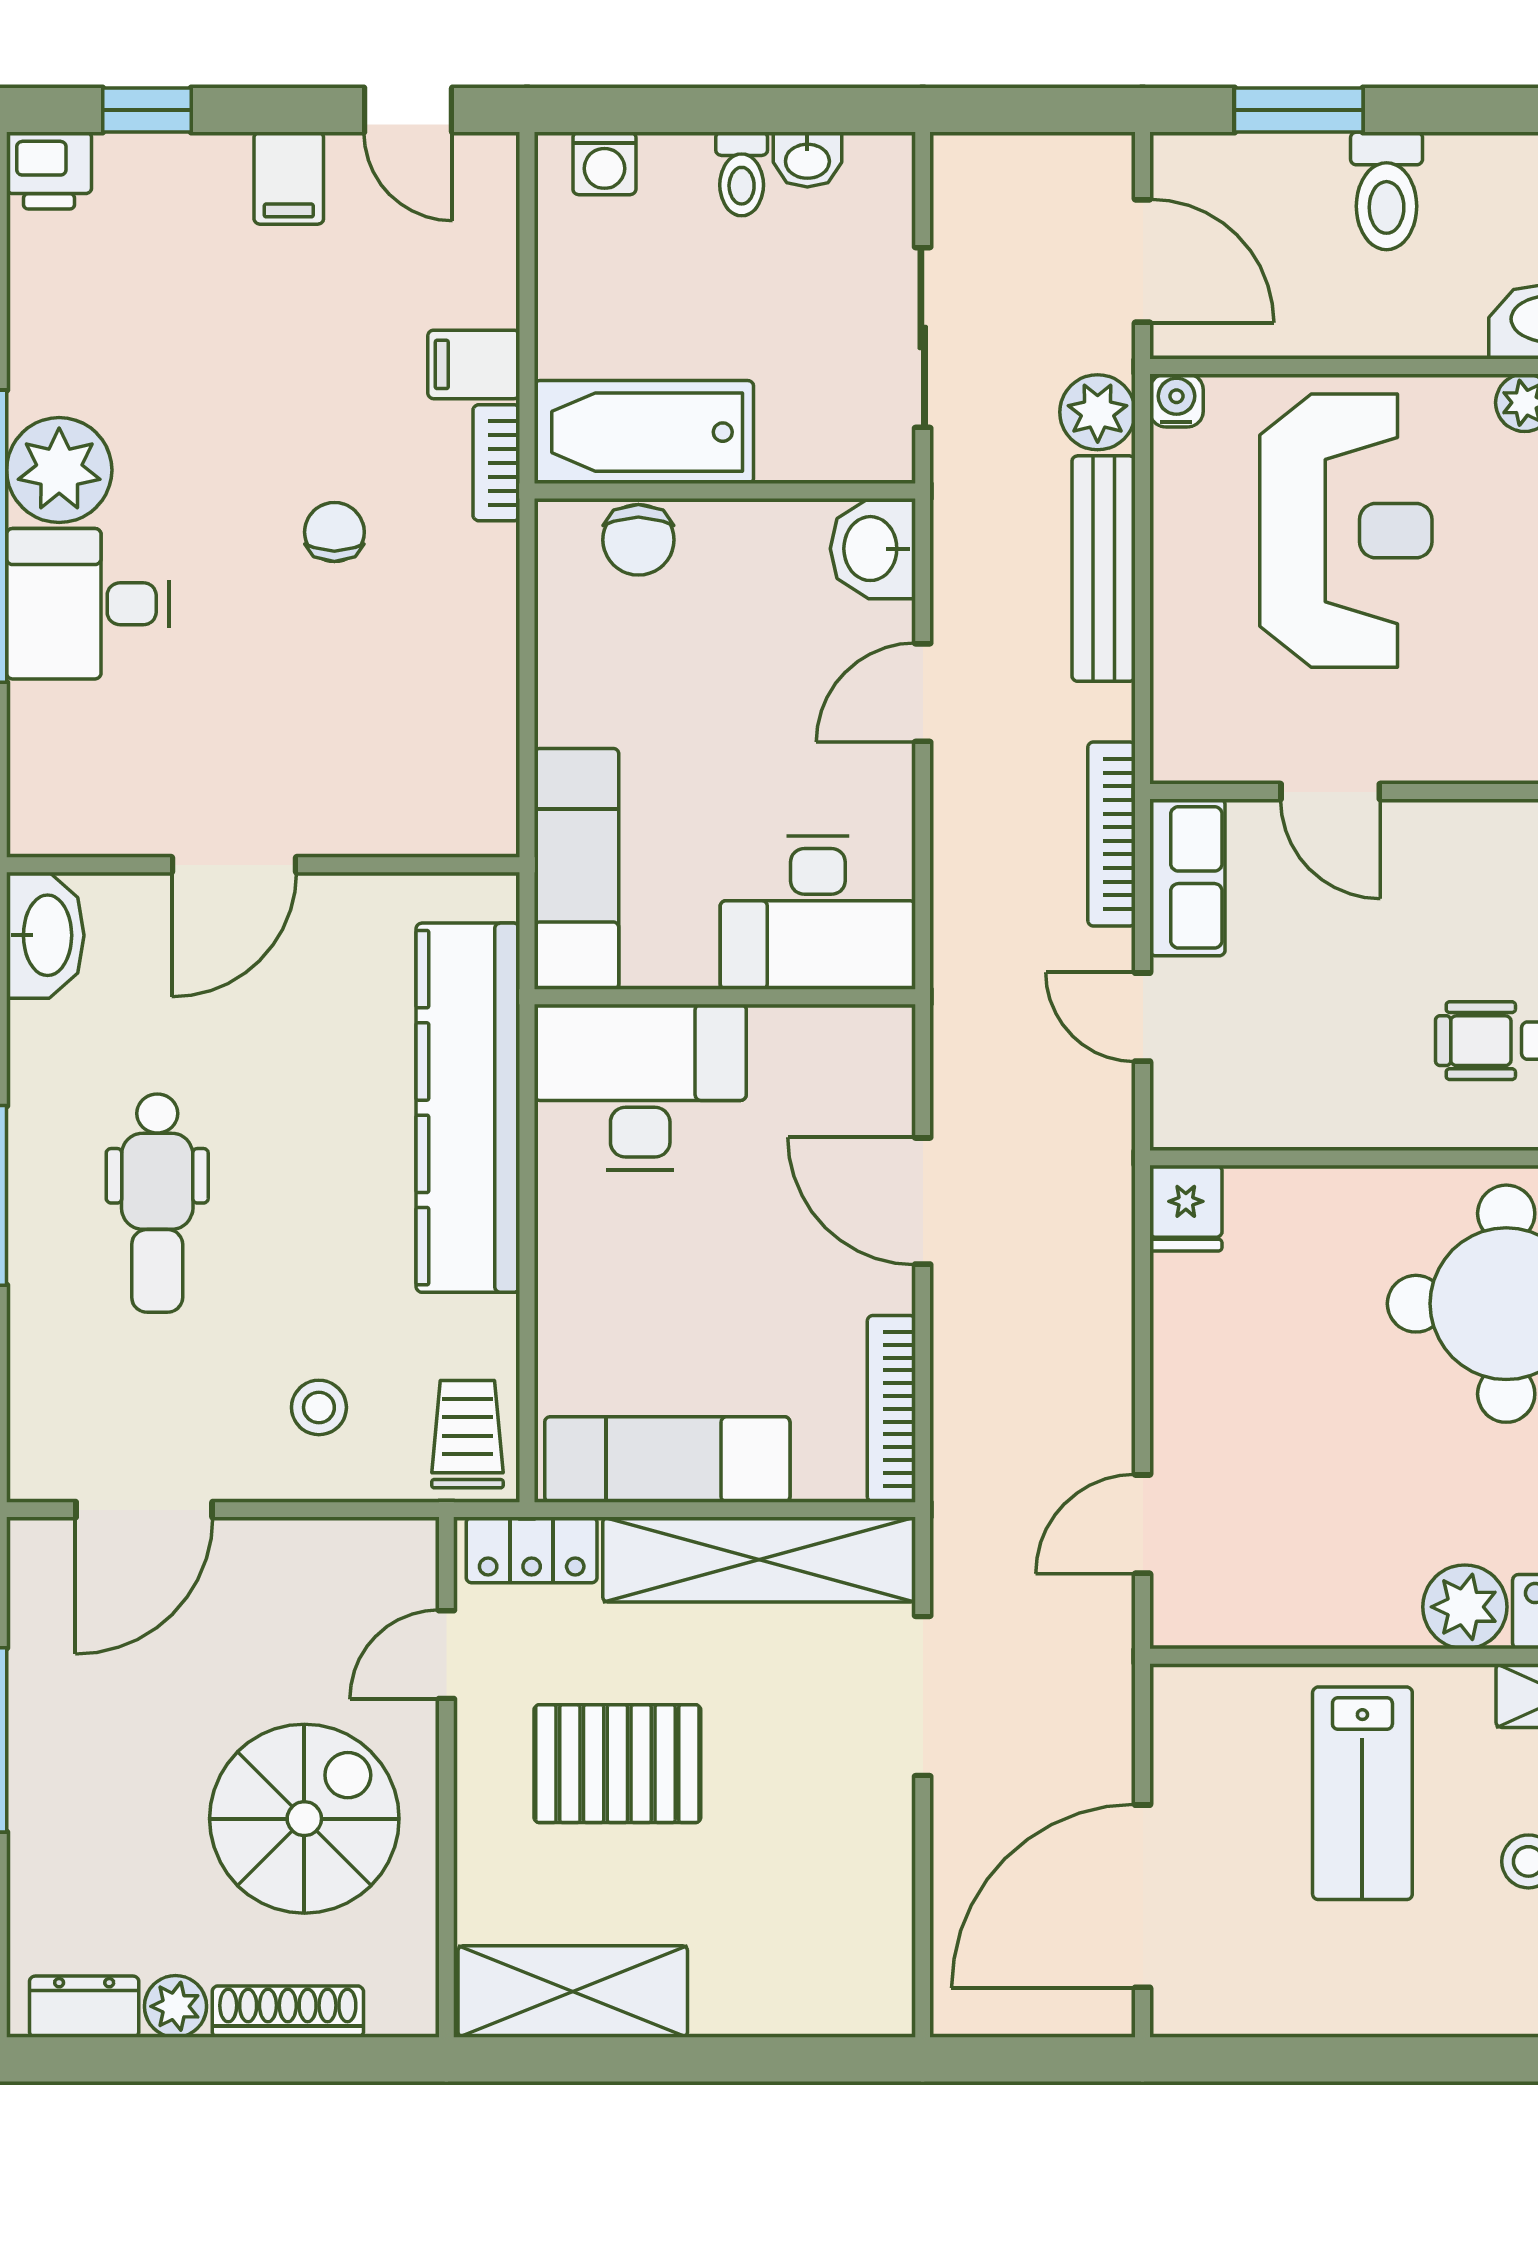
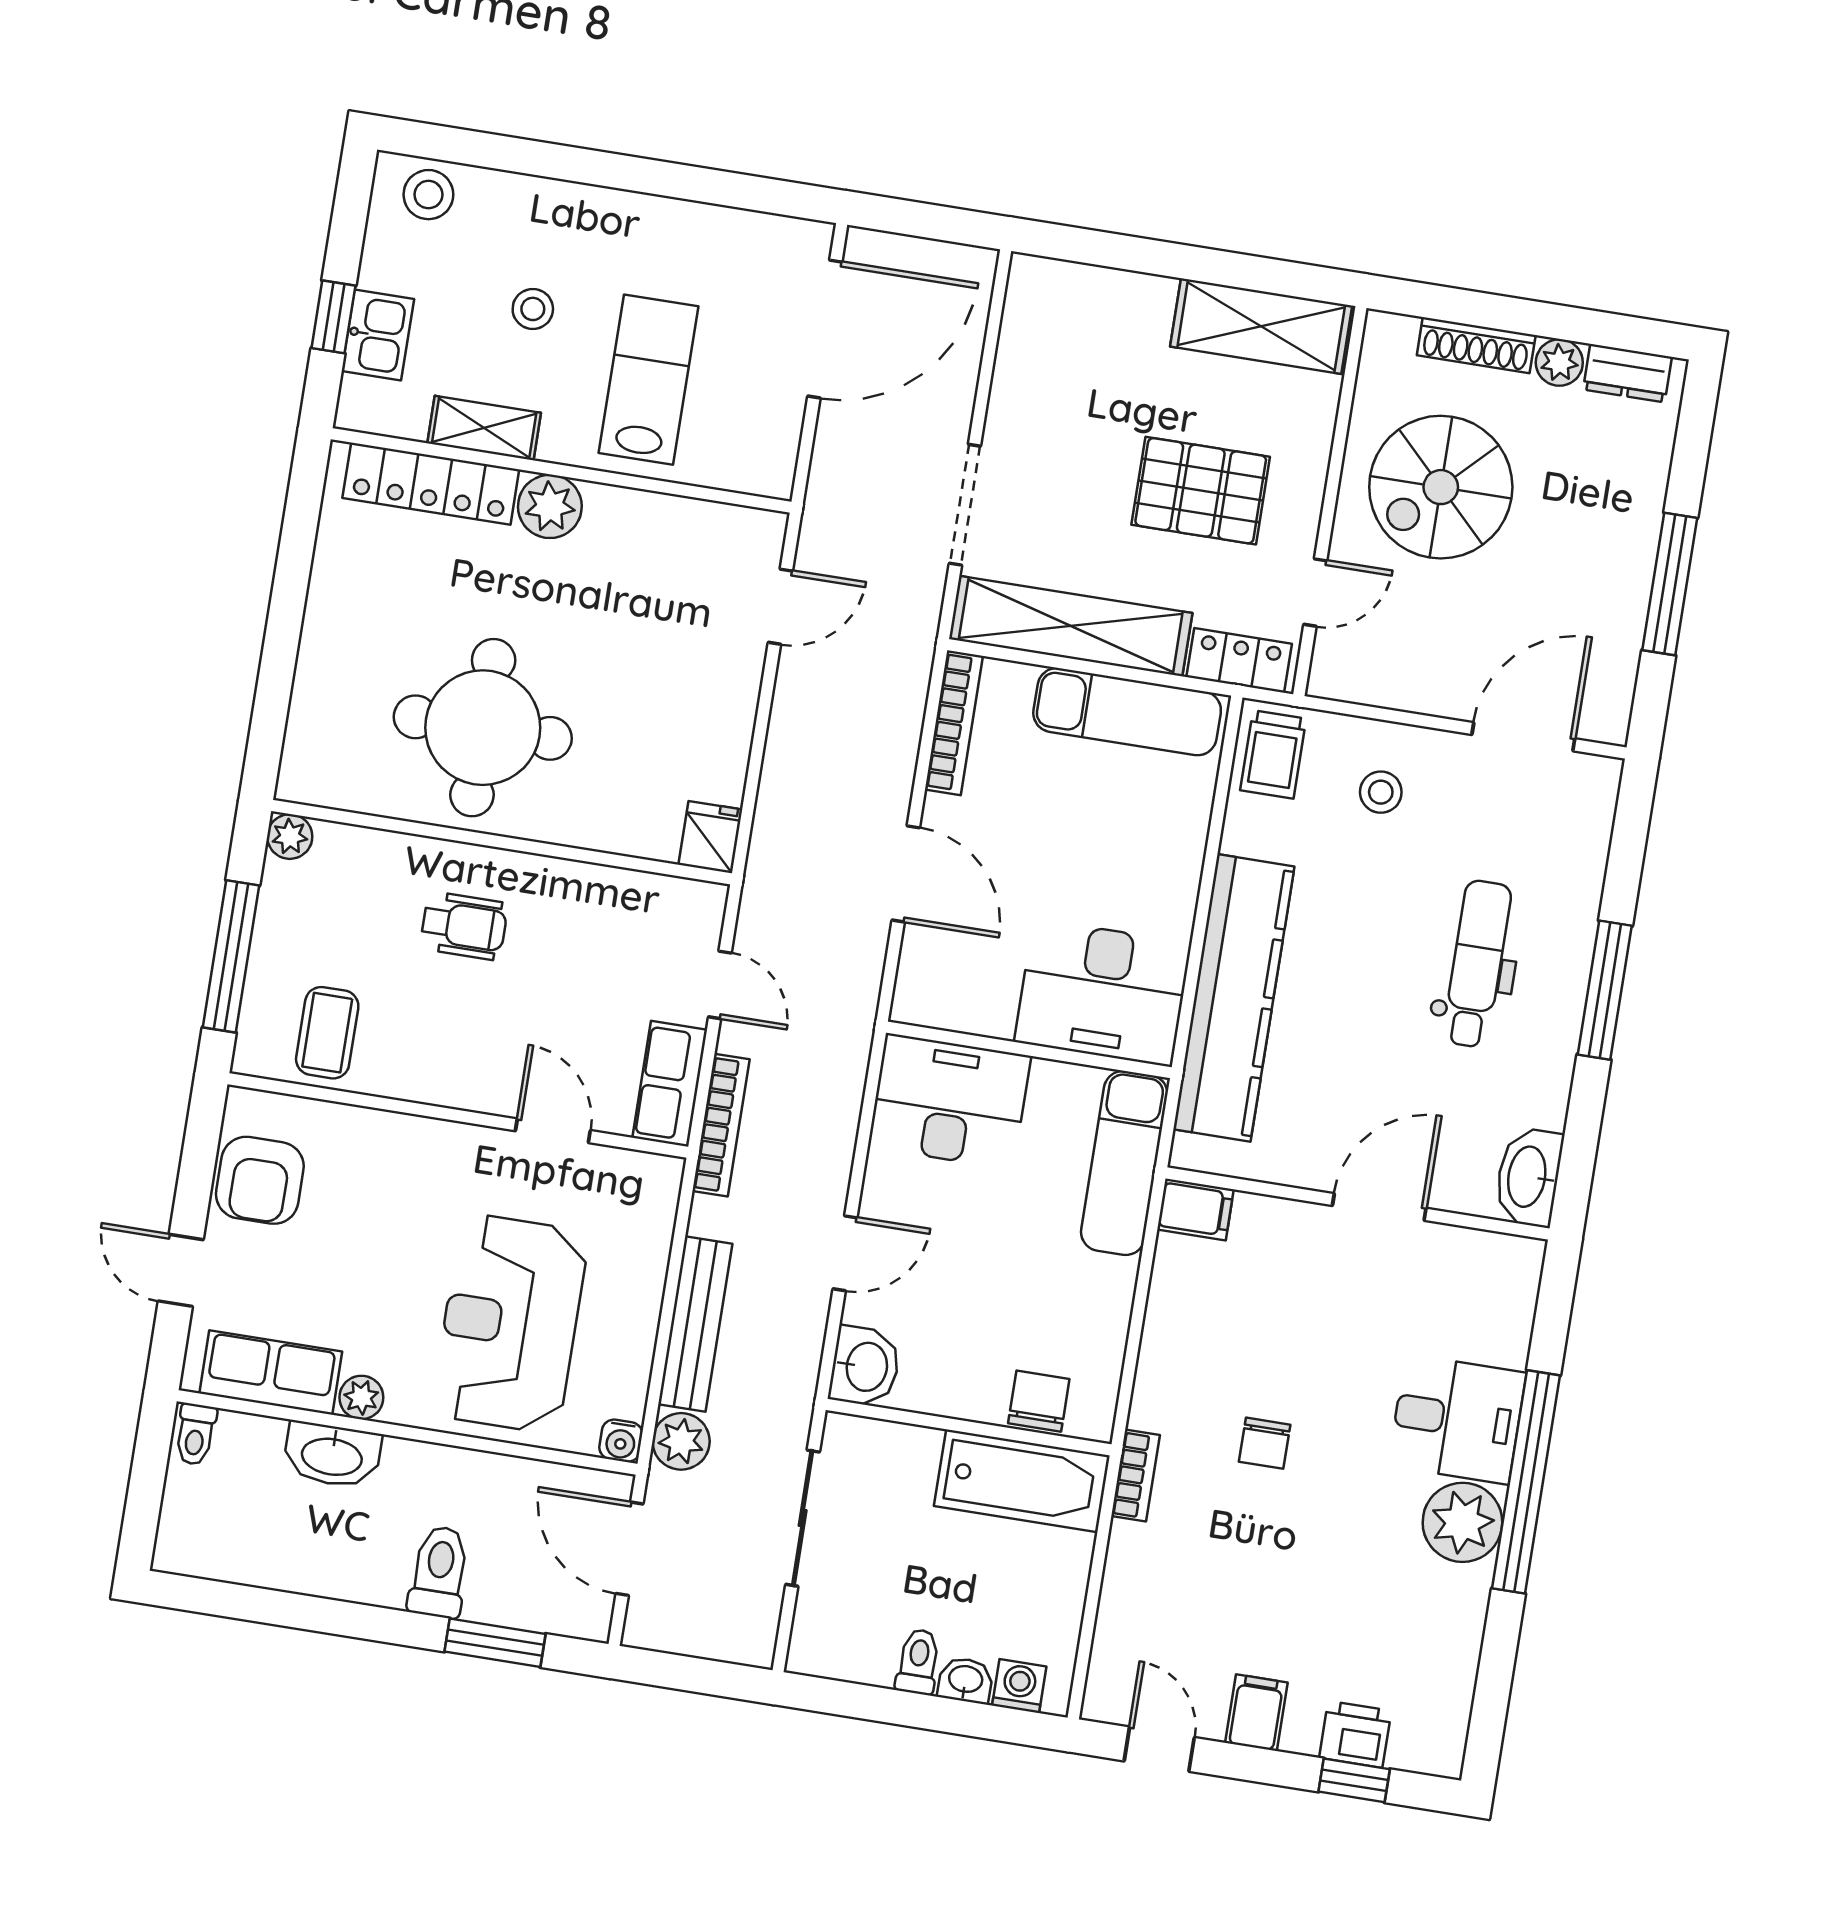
washbasin: (807, 160) -> (965, 1680), moved
printer: (49, 171) -> (1355, 1734), moved
filing cabinet: (474, 364) -> (1195, 1209), moved

